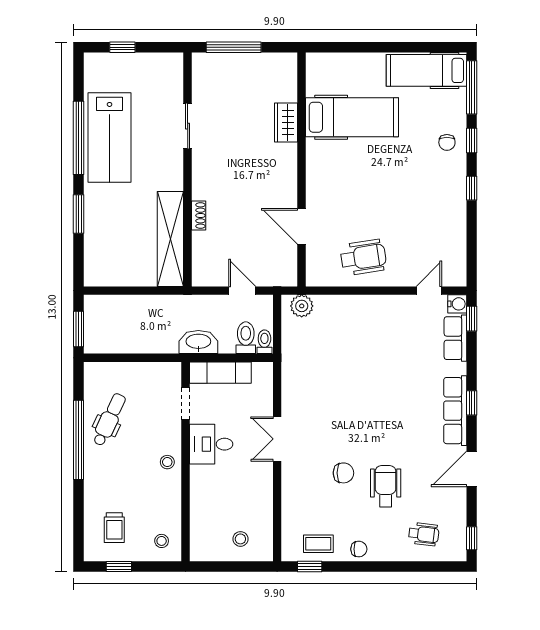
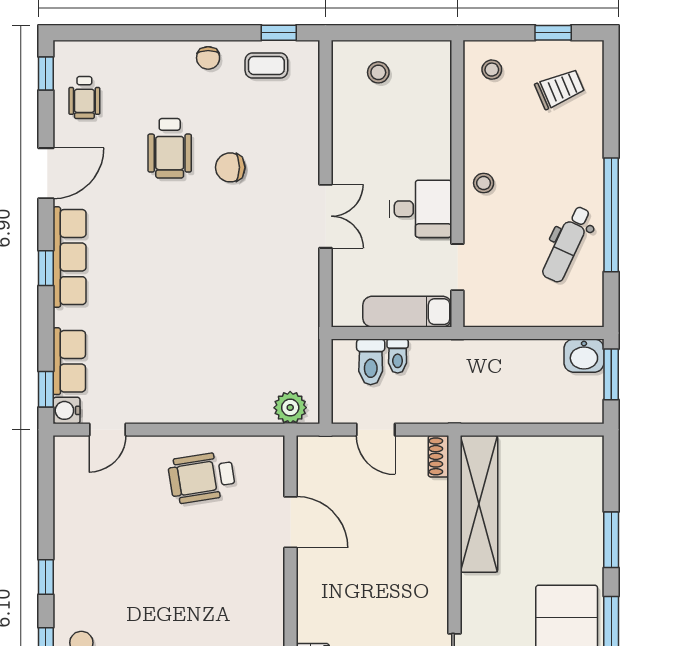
shoe rack: (199, 216) -> (438, 456), moved
washbasin: (198, 342) -> (584, 356), moved, width x0.72
toilet: (264, 342) -> (398, 356), moved
trolley: (114, 528) -> (560, 89), turned 67
wheelchair: (424, 534) -> (84, 98), moved, turned -97
chair: (359, 549) -> (208, 58), turned -90

